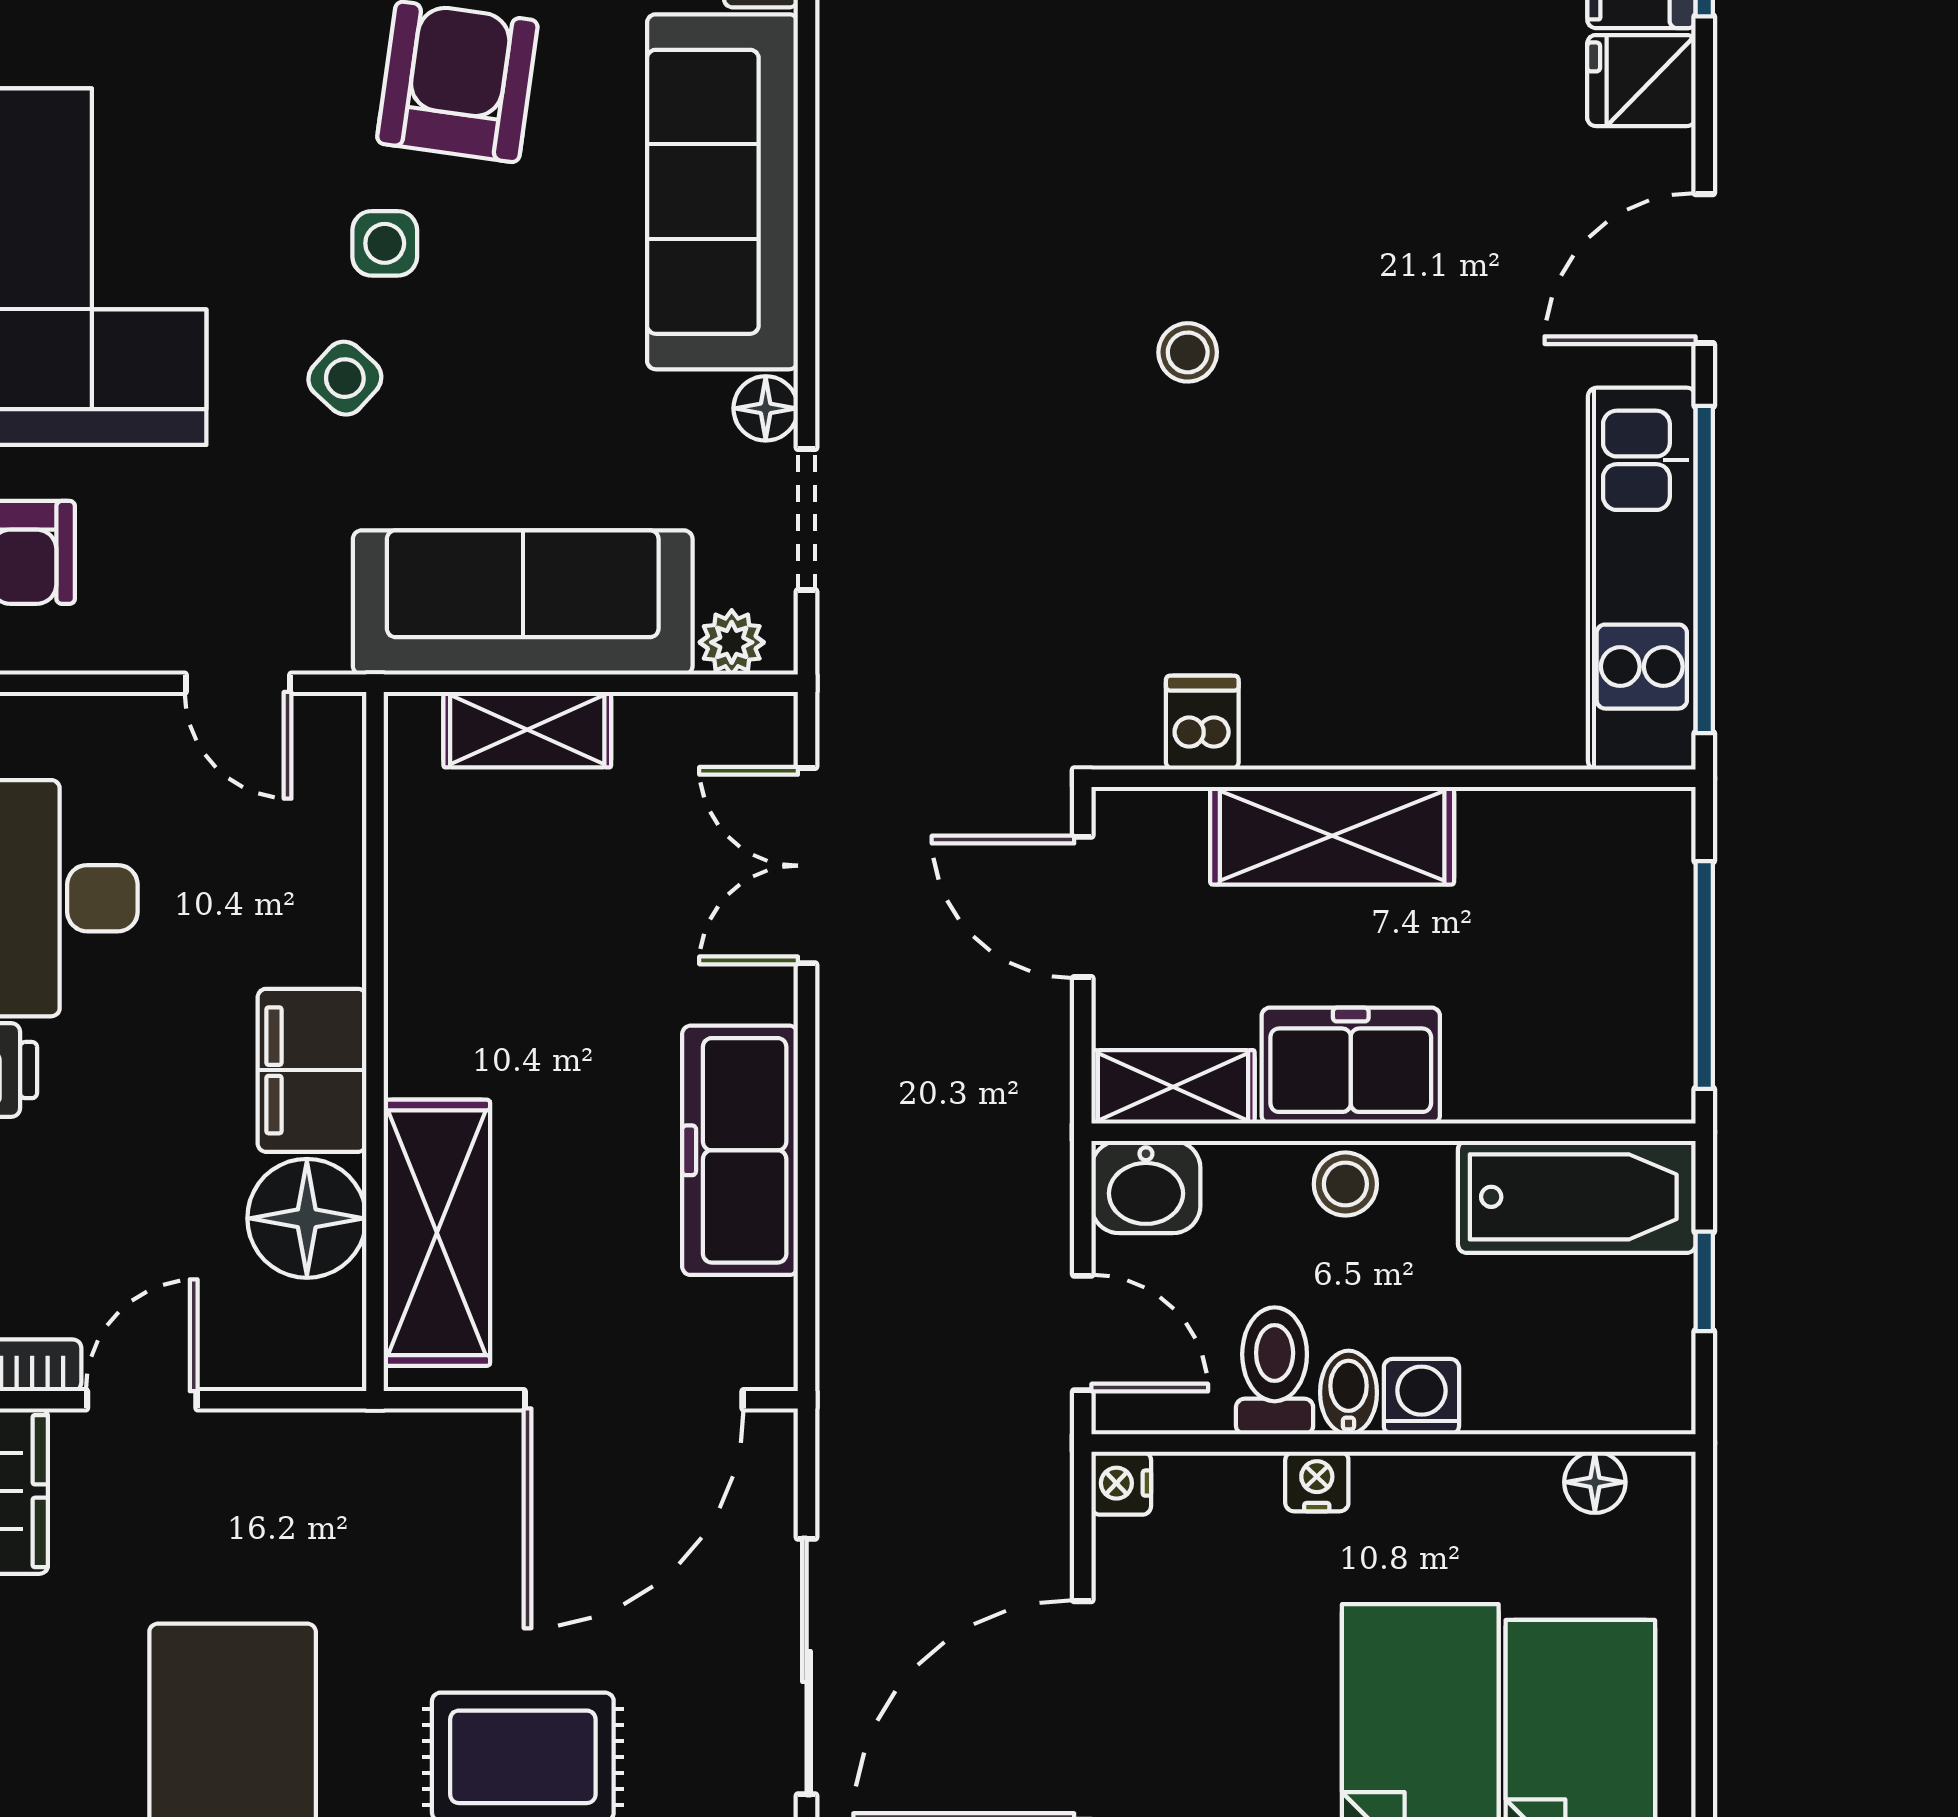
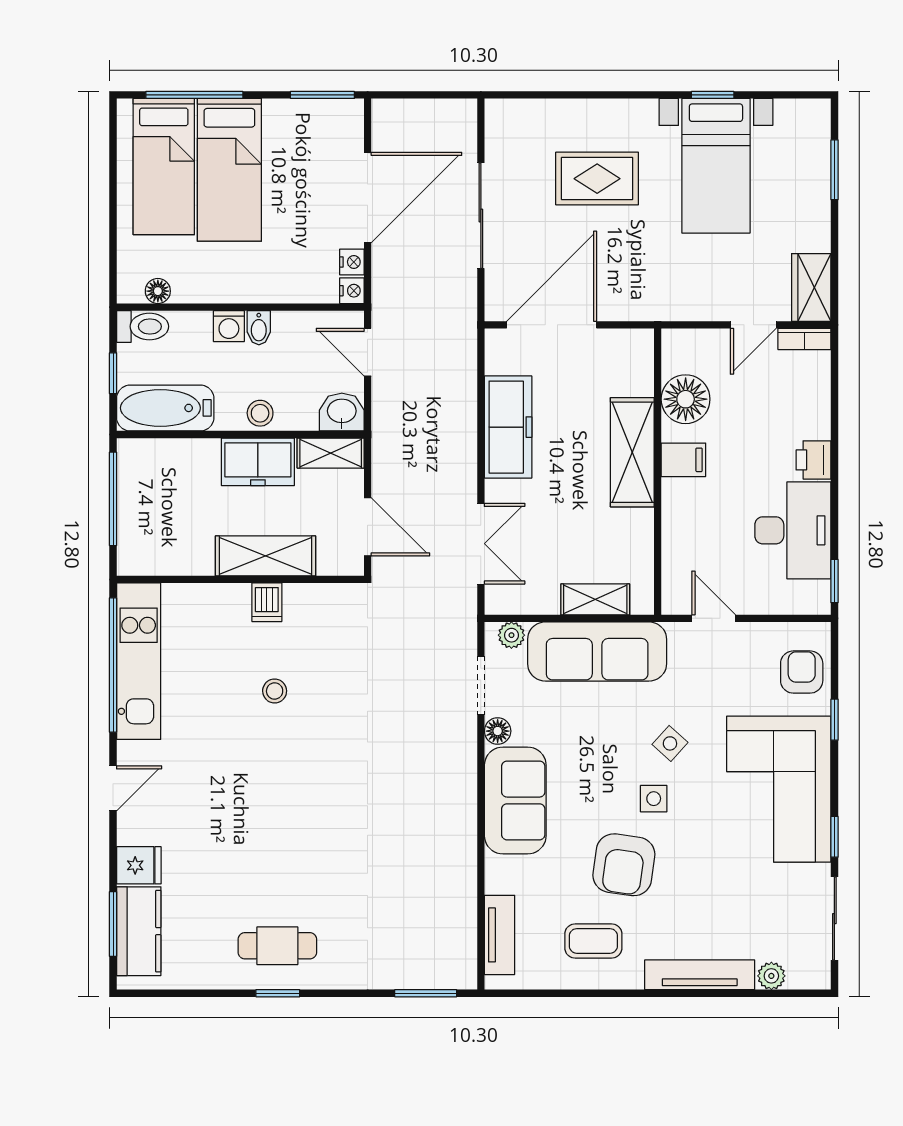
sofa: (722, 192) -> (515, 800), width x0.73
door: (1704, 269) -> (113, 788), width x0.73
stool: (1188, 352) -> (275, 691), moved
dishwasher: (1202, 723) -> (267, 602), moved
filing cabinet: (312, 1070) -> (683, 460), width x0.50
shelving: (437, 1233) -> (632, 452), moved
toilet: (1275, 1371) -> (143, 326), moved, turned -90
nightstand: (1317, 1481) -> (352, 262), moved, turned -90

